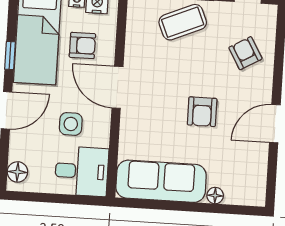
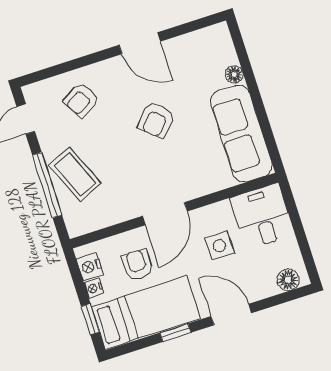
armchair: (202, 112) -> (156, 120), turned 132

